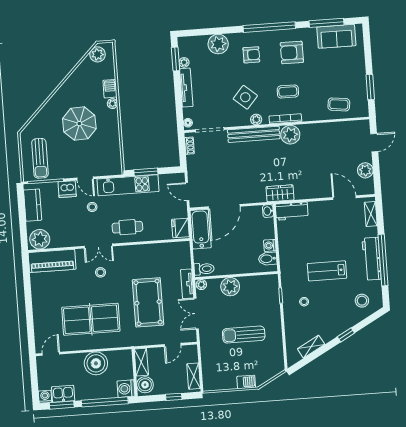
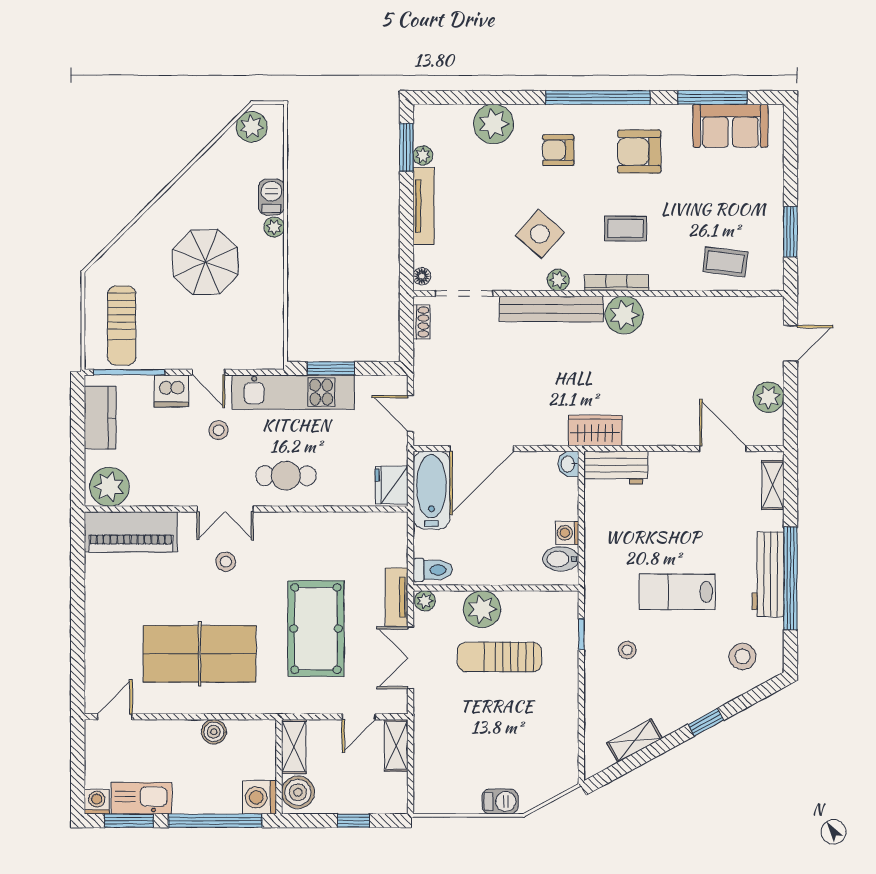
armchair: (251, 55) -> (558, 150), turned 180
sun lounger: (244, 335) -> (499, 657), moved
boiler: (96, 363) -> (214, 732), width x0.54, depth x0.54
shelving: (194, 376) -> (396, 745), moved
kitchen sink: (63, 394) -> (141, 798), width x1.38

